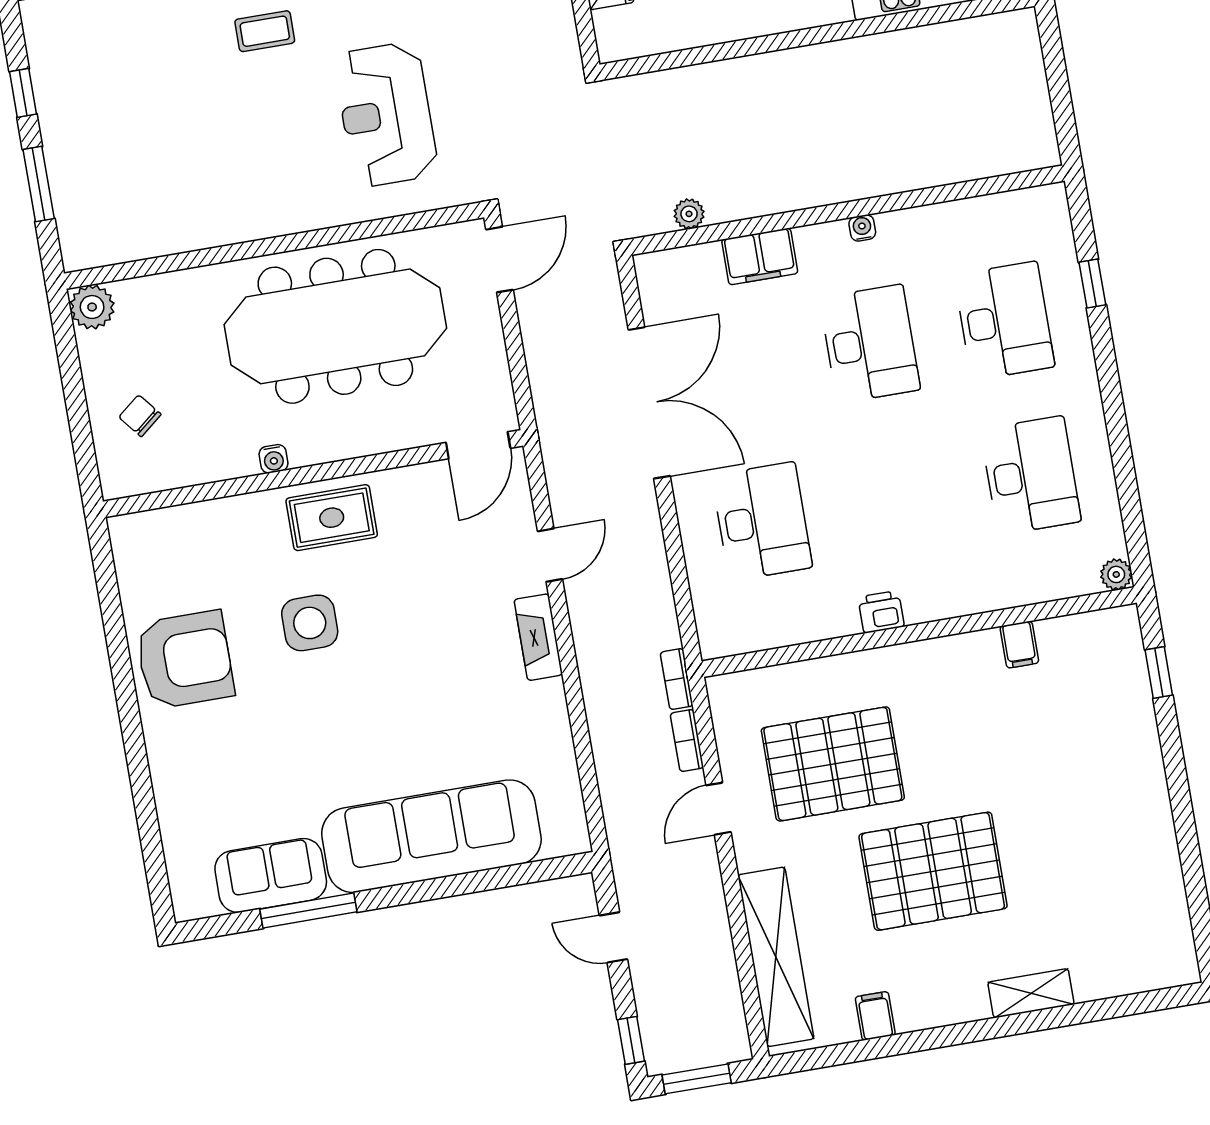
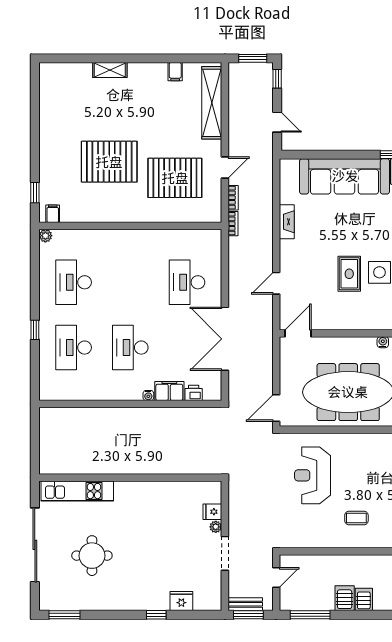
reception desk: (386, 115) -> (313, 475), turned 180
plant: (689, 214) -> (195, 413), removed
water cooler: (862, 228) -> (148, 396), moved
window: (1092, 284) -> (35, 330), moved
rug: (332, 518) -> (349, 274), moved, turned 90
printer: (881, 612) -> (194, 393), moved, turned 180
fireplace: (538, 637) -> (287, 222), moved
filing cabinet: (1019, 645) -> (53, 214), moved
pallet: (933, 871) -> (109, 162), moved

